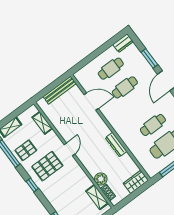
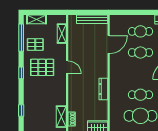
door: (91, 102) -> (109, 45), hinge flipped
door: (69, 149) -> (67, 67), hinge flipped
plant: (101, 179) -> (74, 106), removed

